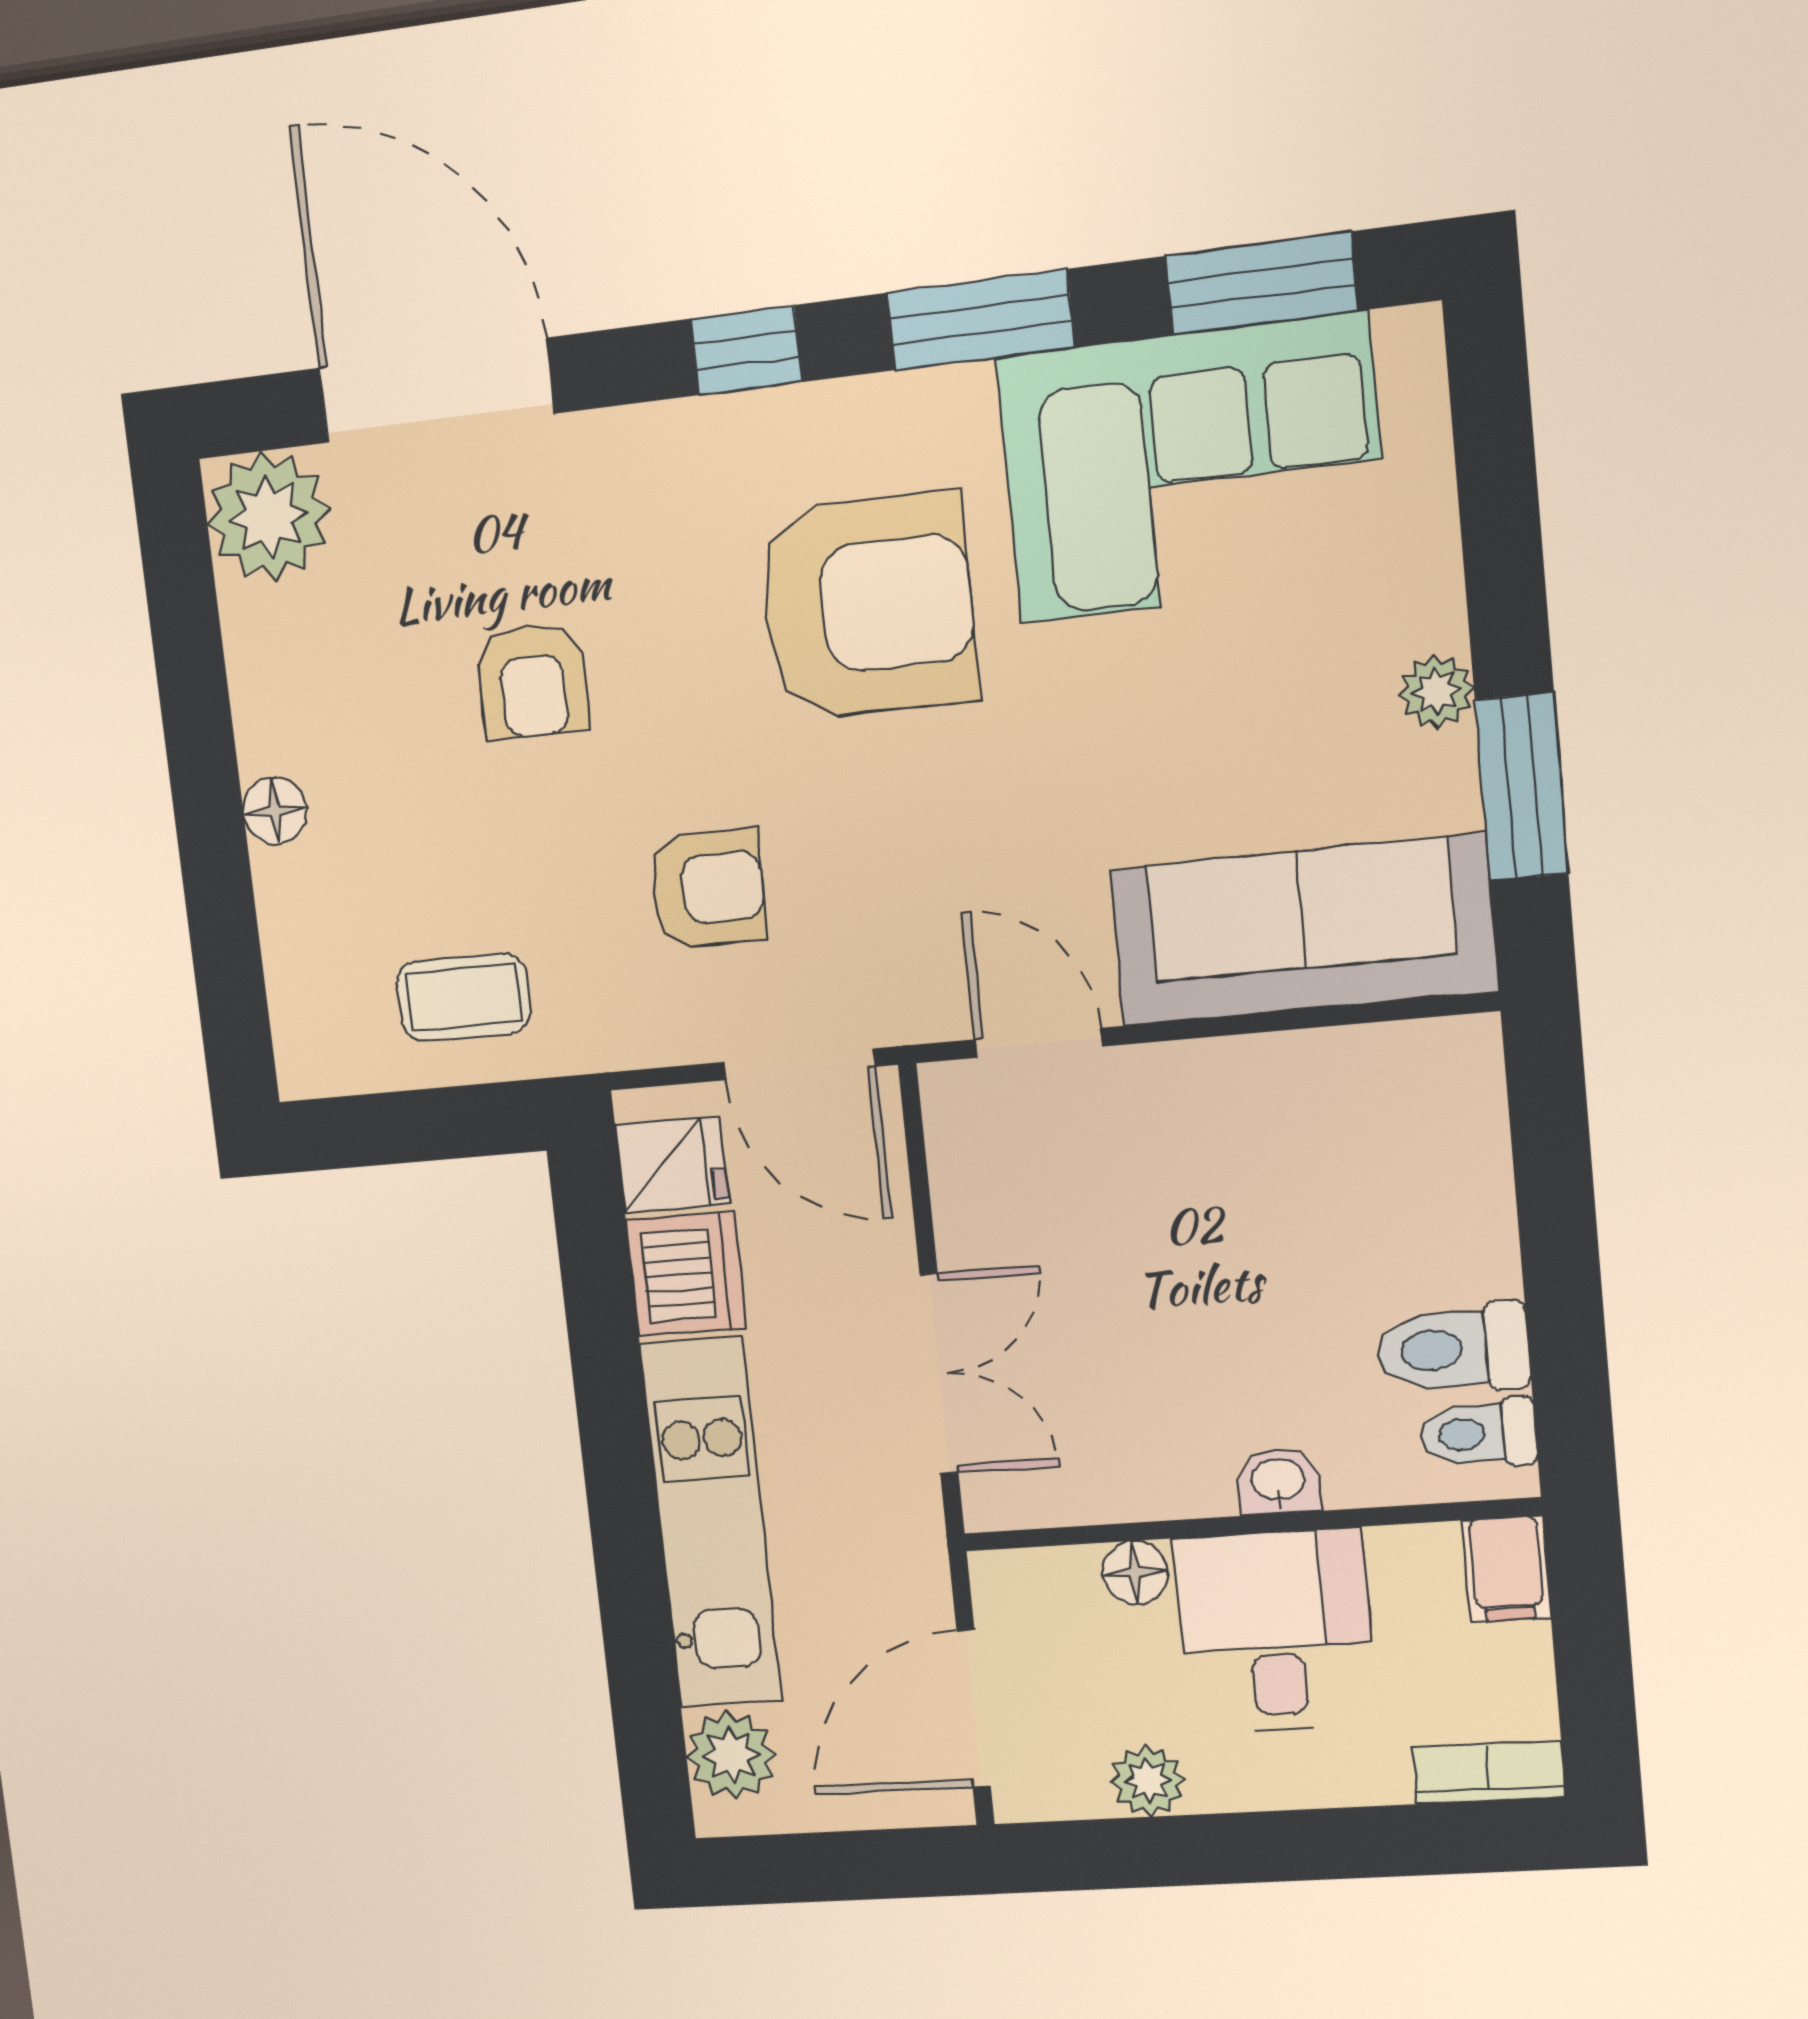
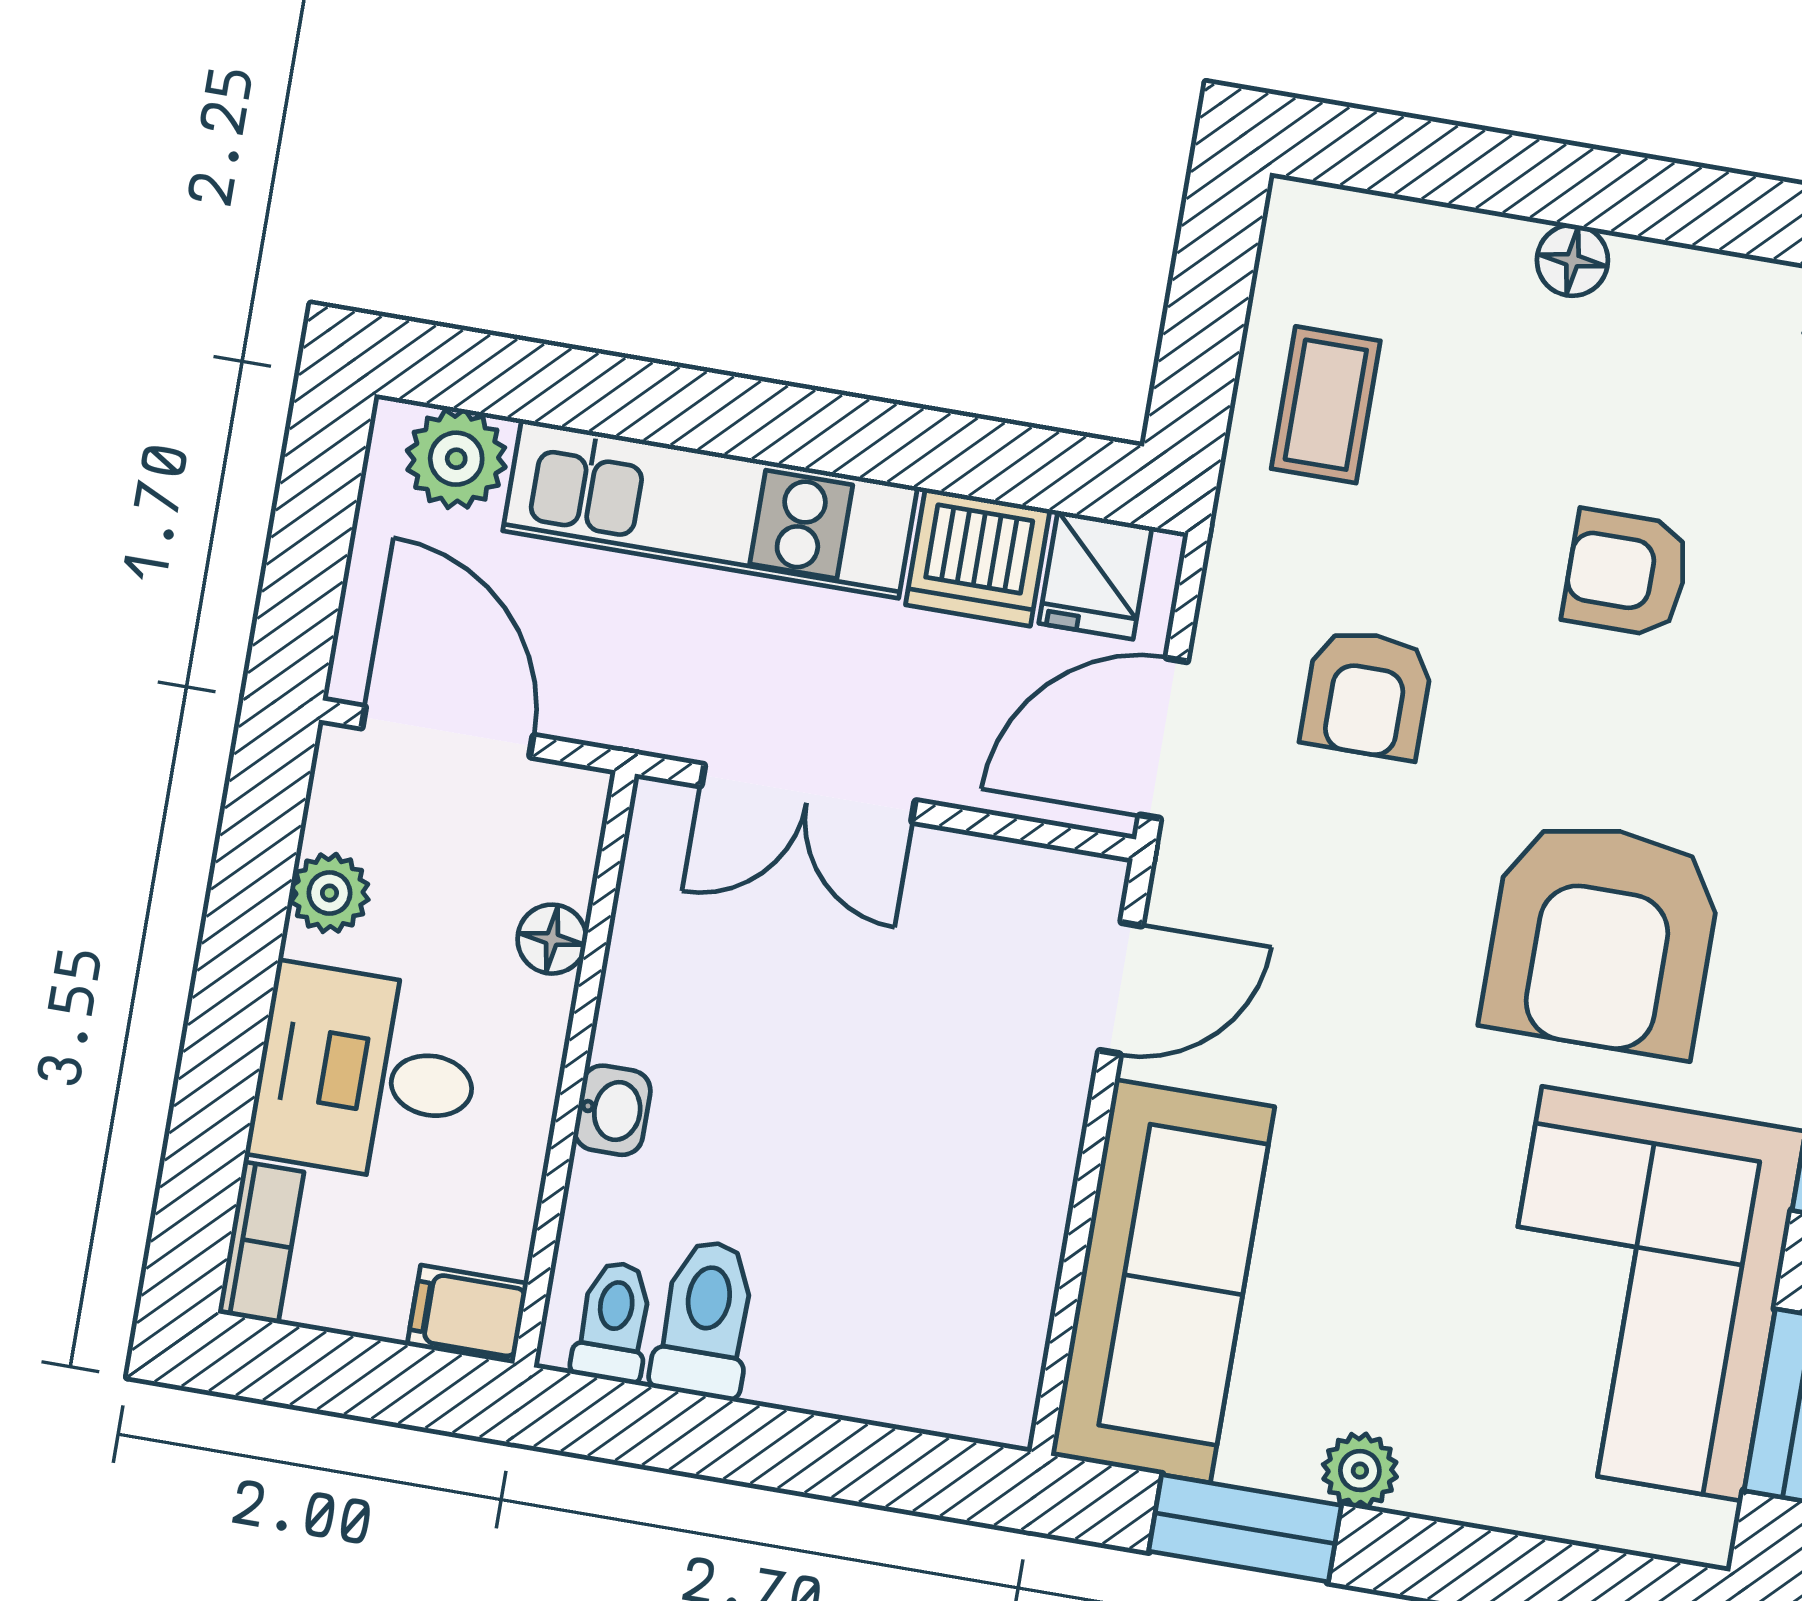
desk: (1275, 1631) -> (366, 1075), moved, turned 180

